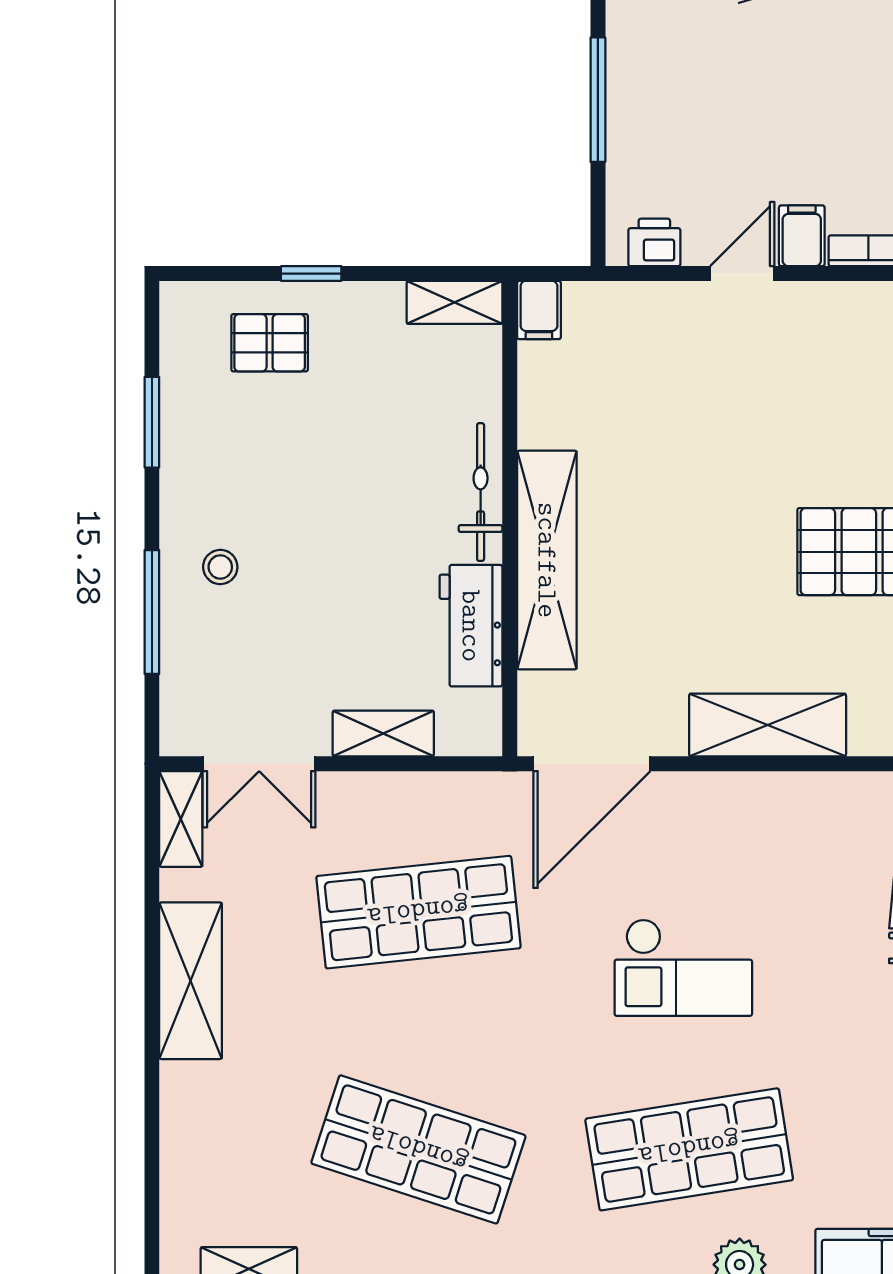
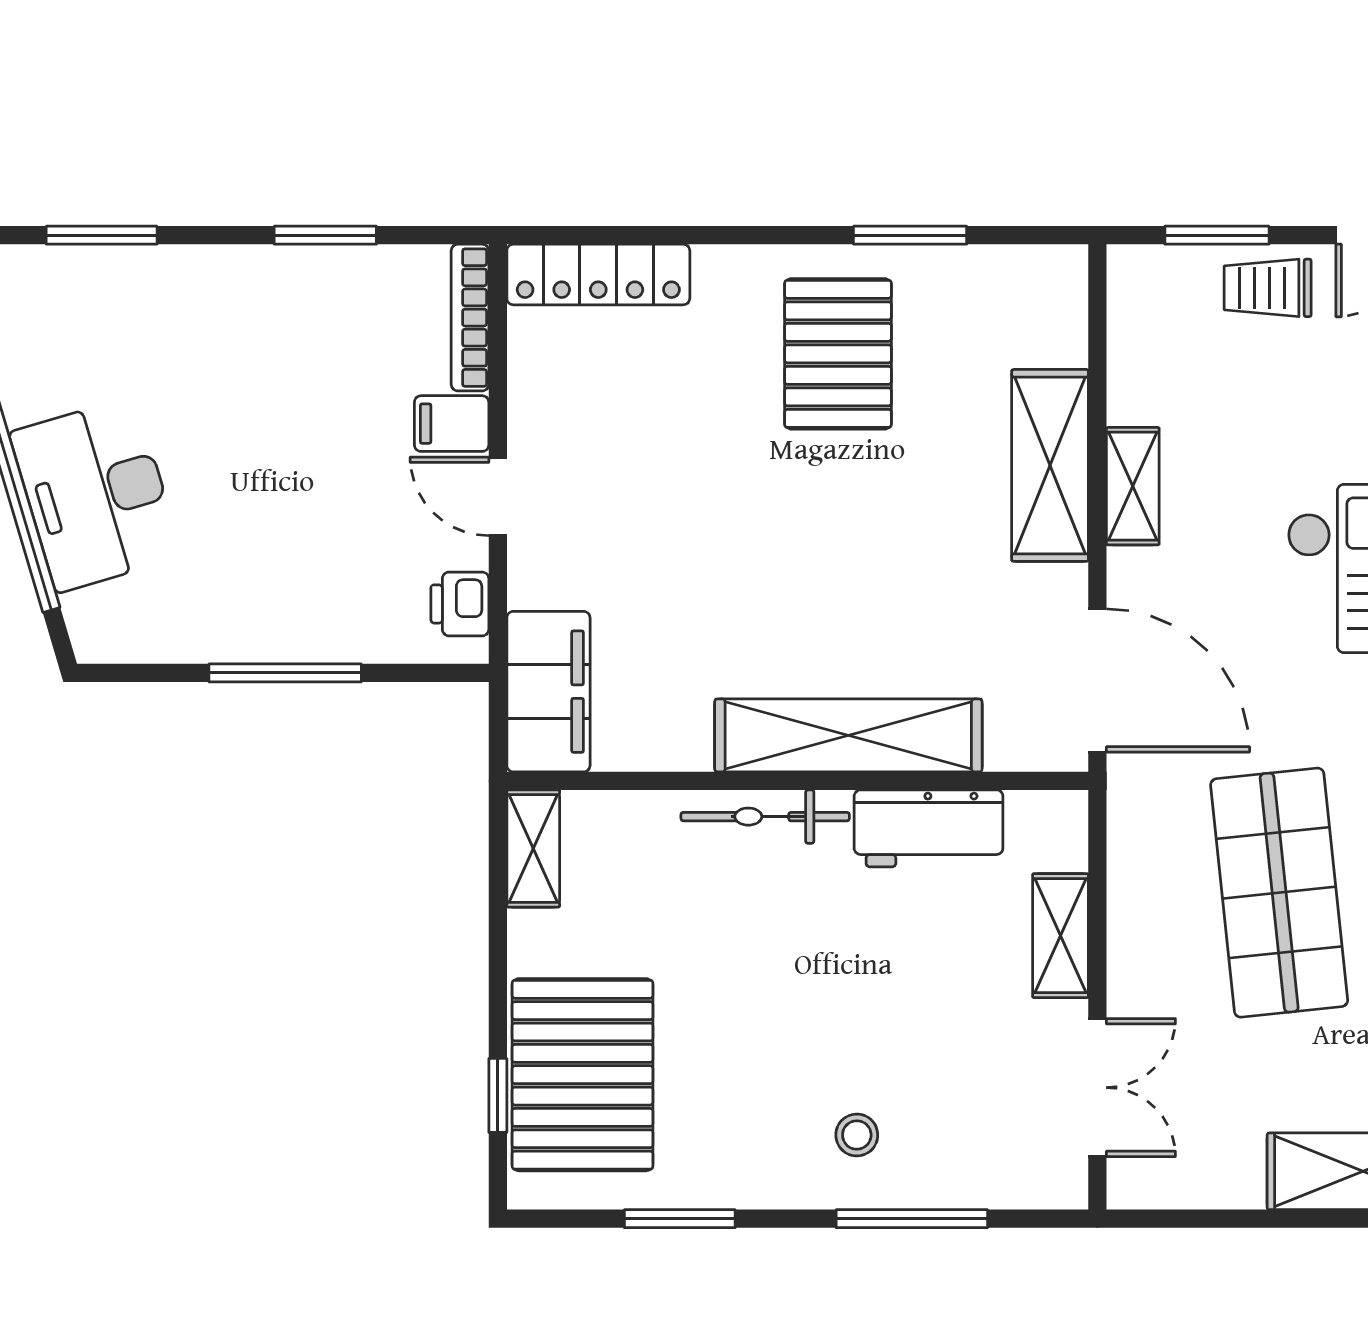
window: (311, 274) -> (498, 1095), moved
filing cabinet: (539, 310) -> (548, 692), width x3.00, depth x1.17
pallet: (270, 343) -> (583, 1075), width x2.05, depth x2.00
shelving: (181, 819) -> (1133, 486), moved, turned 90

